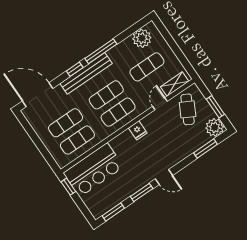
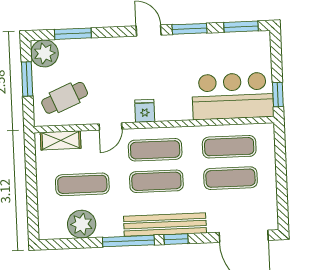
plant: (142, 38) -> (82, 224), moved
door: (160, 104) -> (111, 126), moved
cafe table: (188, 109) -> (65, 98), turned 39

